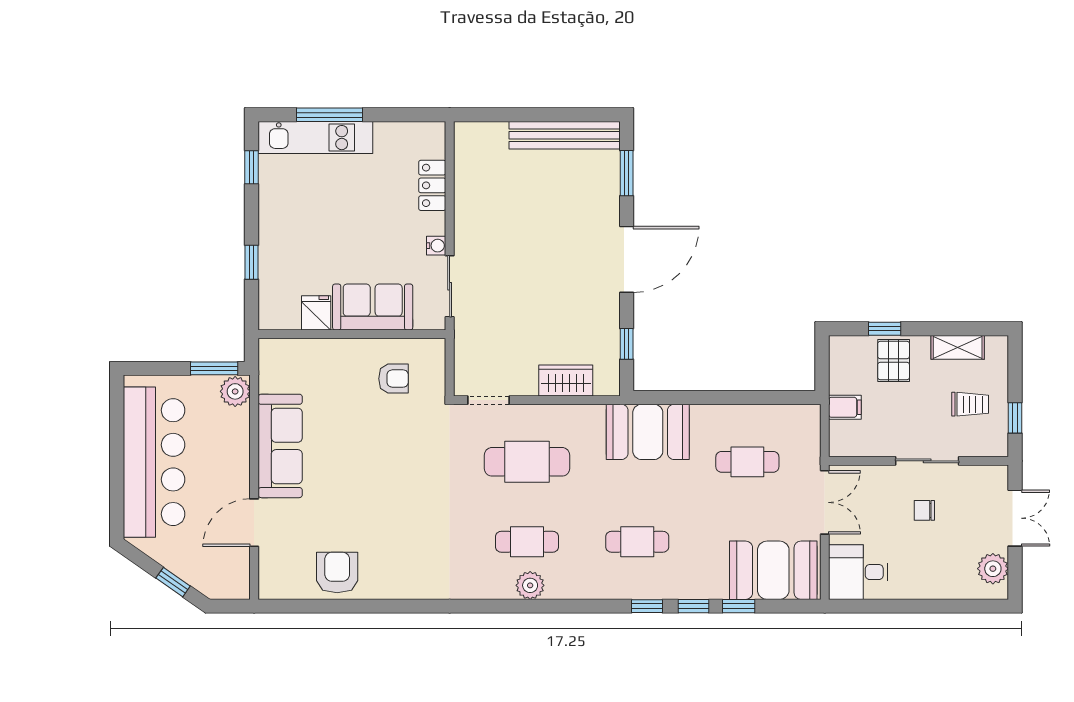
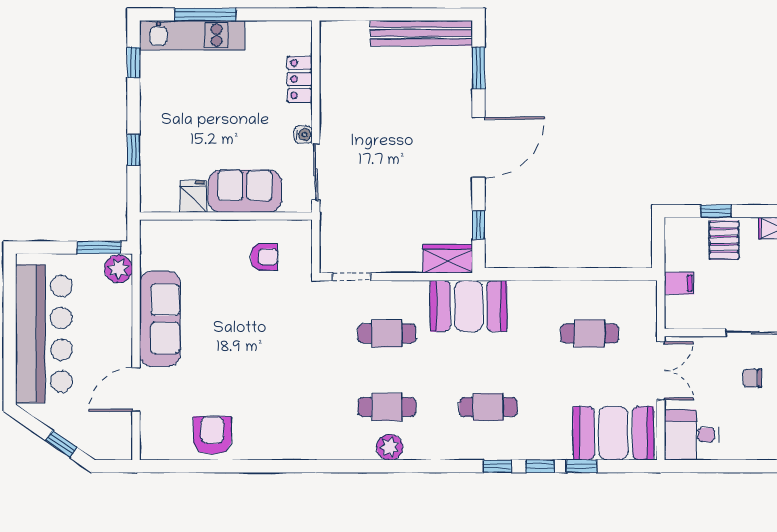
wardrobe: (566, 381) -> (448, 259), moved
booth: (648, 432) -> (469, 306), moved
cafe table: (527, 462) -> (387, 333), width x0.73, depth x0.74

